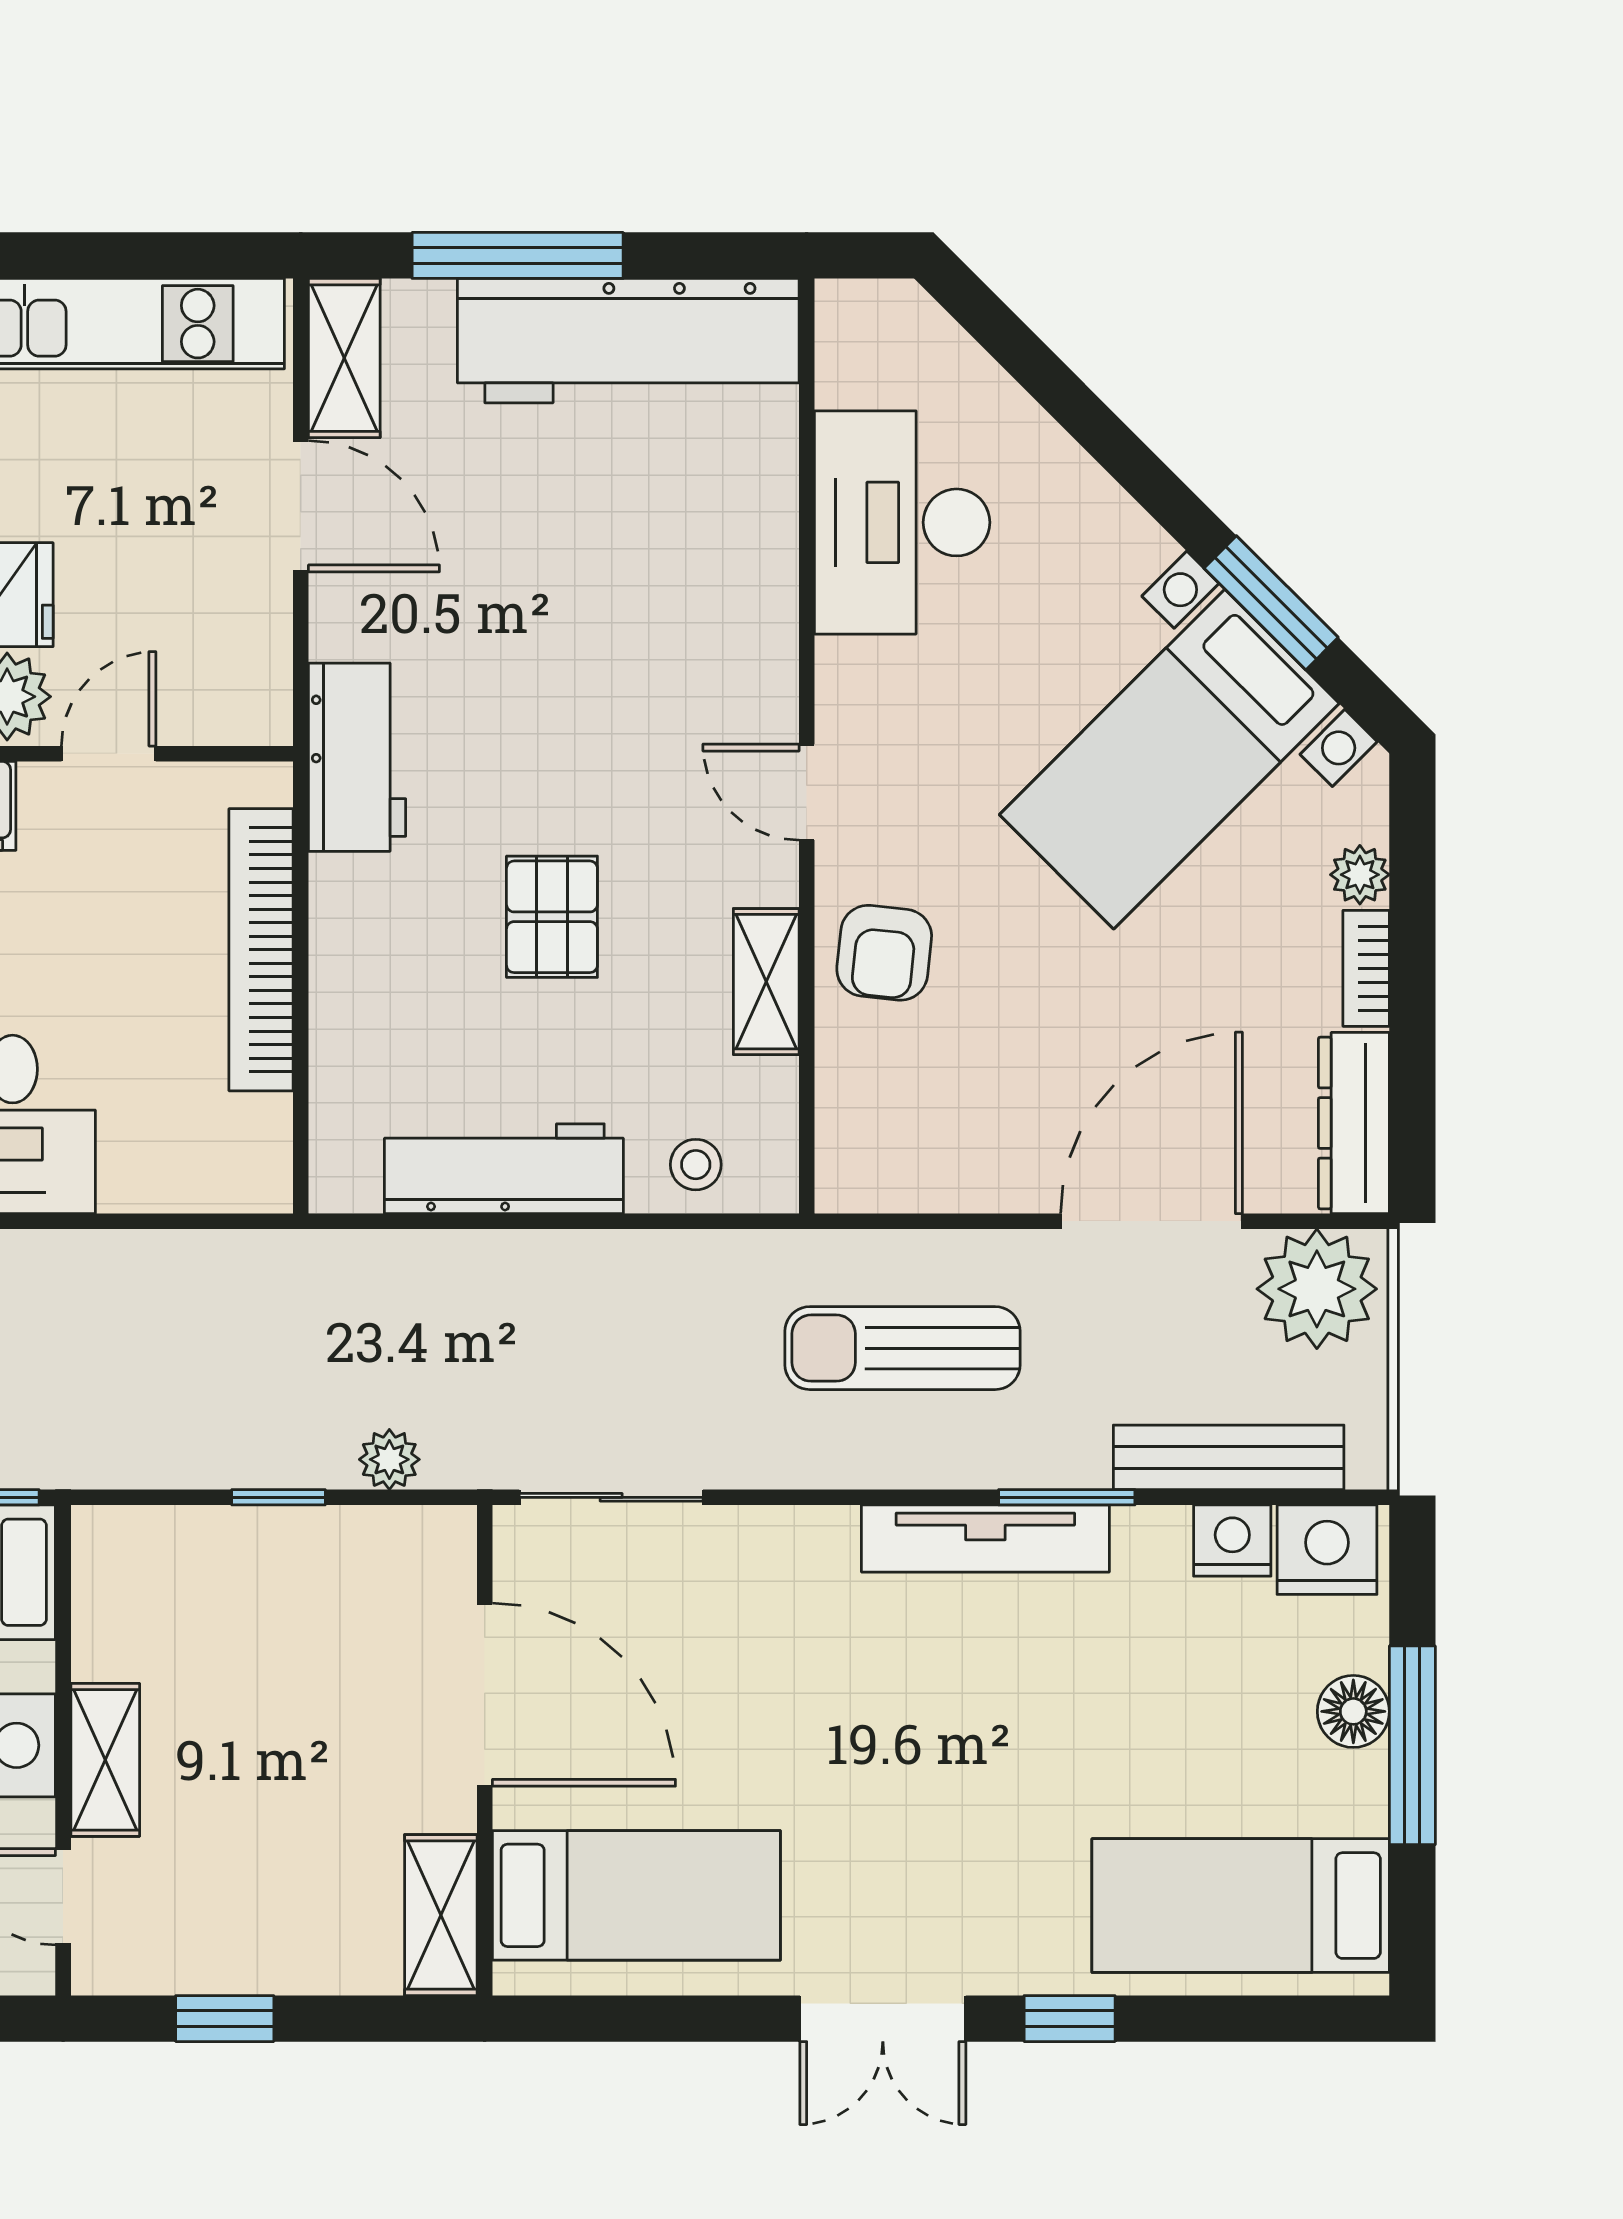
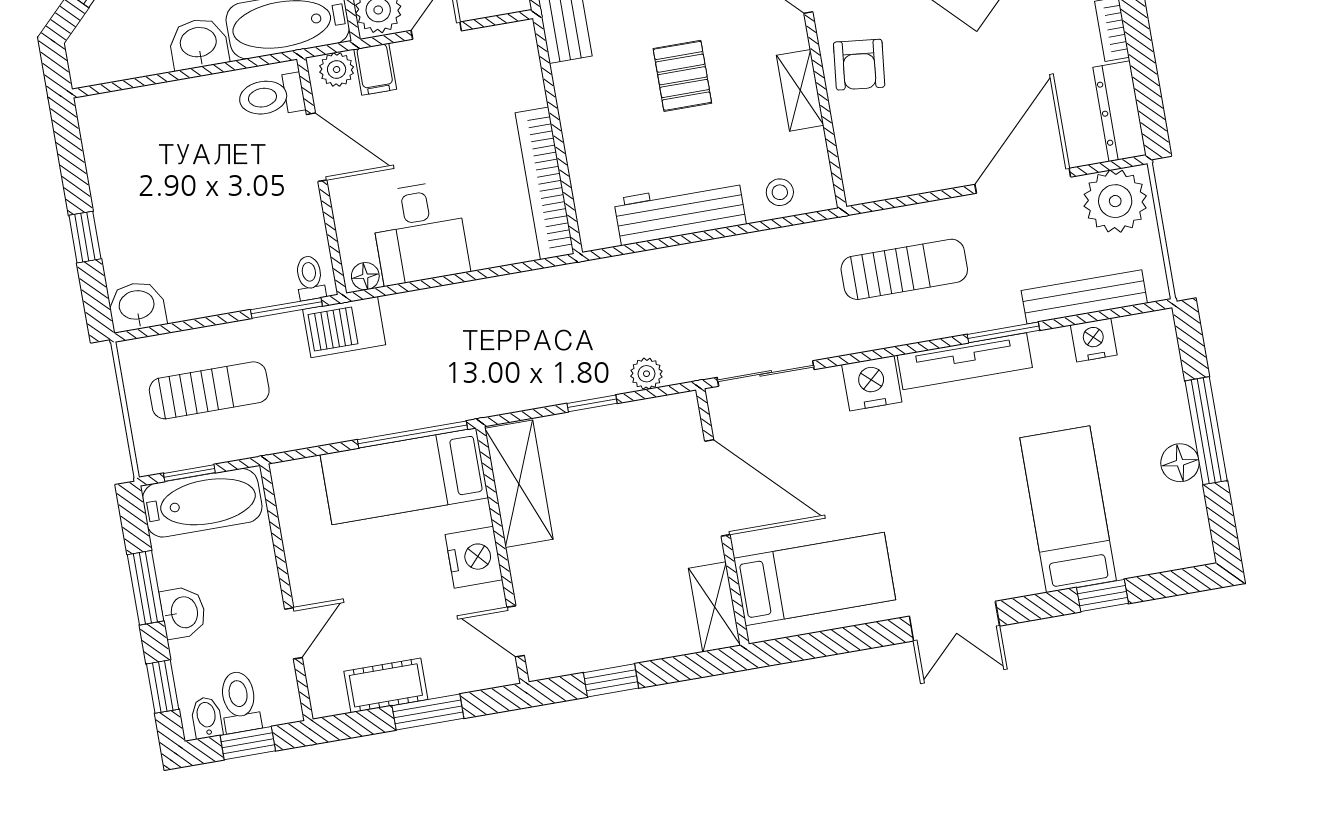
bookcase: (261, 950) -> (545, 183), moved
sun lounger: (902, 1348) -> (904, 269), turned 180
nightstand: (1327, 1550) -> (872, 383), moved
floor lamp: (1353, 1711) -> (1180, 463), moved
shelving: (105, 1760) -> (519, 484), moved, width x1.50, depth x1.33
bed: (1241, 1906) -> (1068, 509), moved, turned 90
window: (1070, 2019) -> (1102, 595), moved

